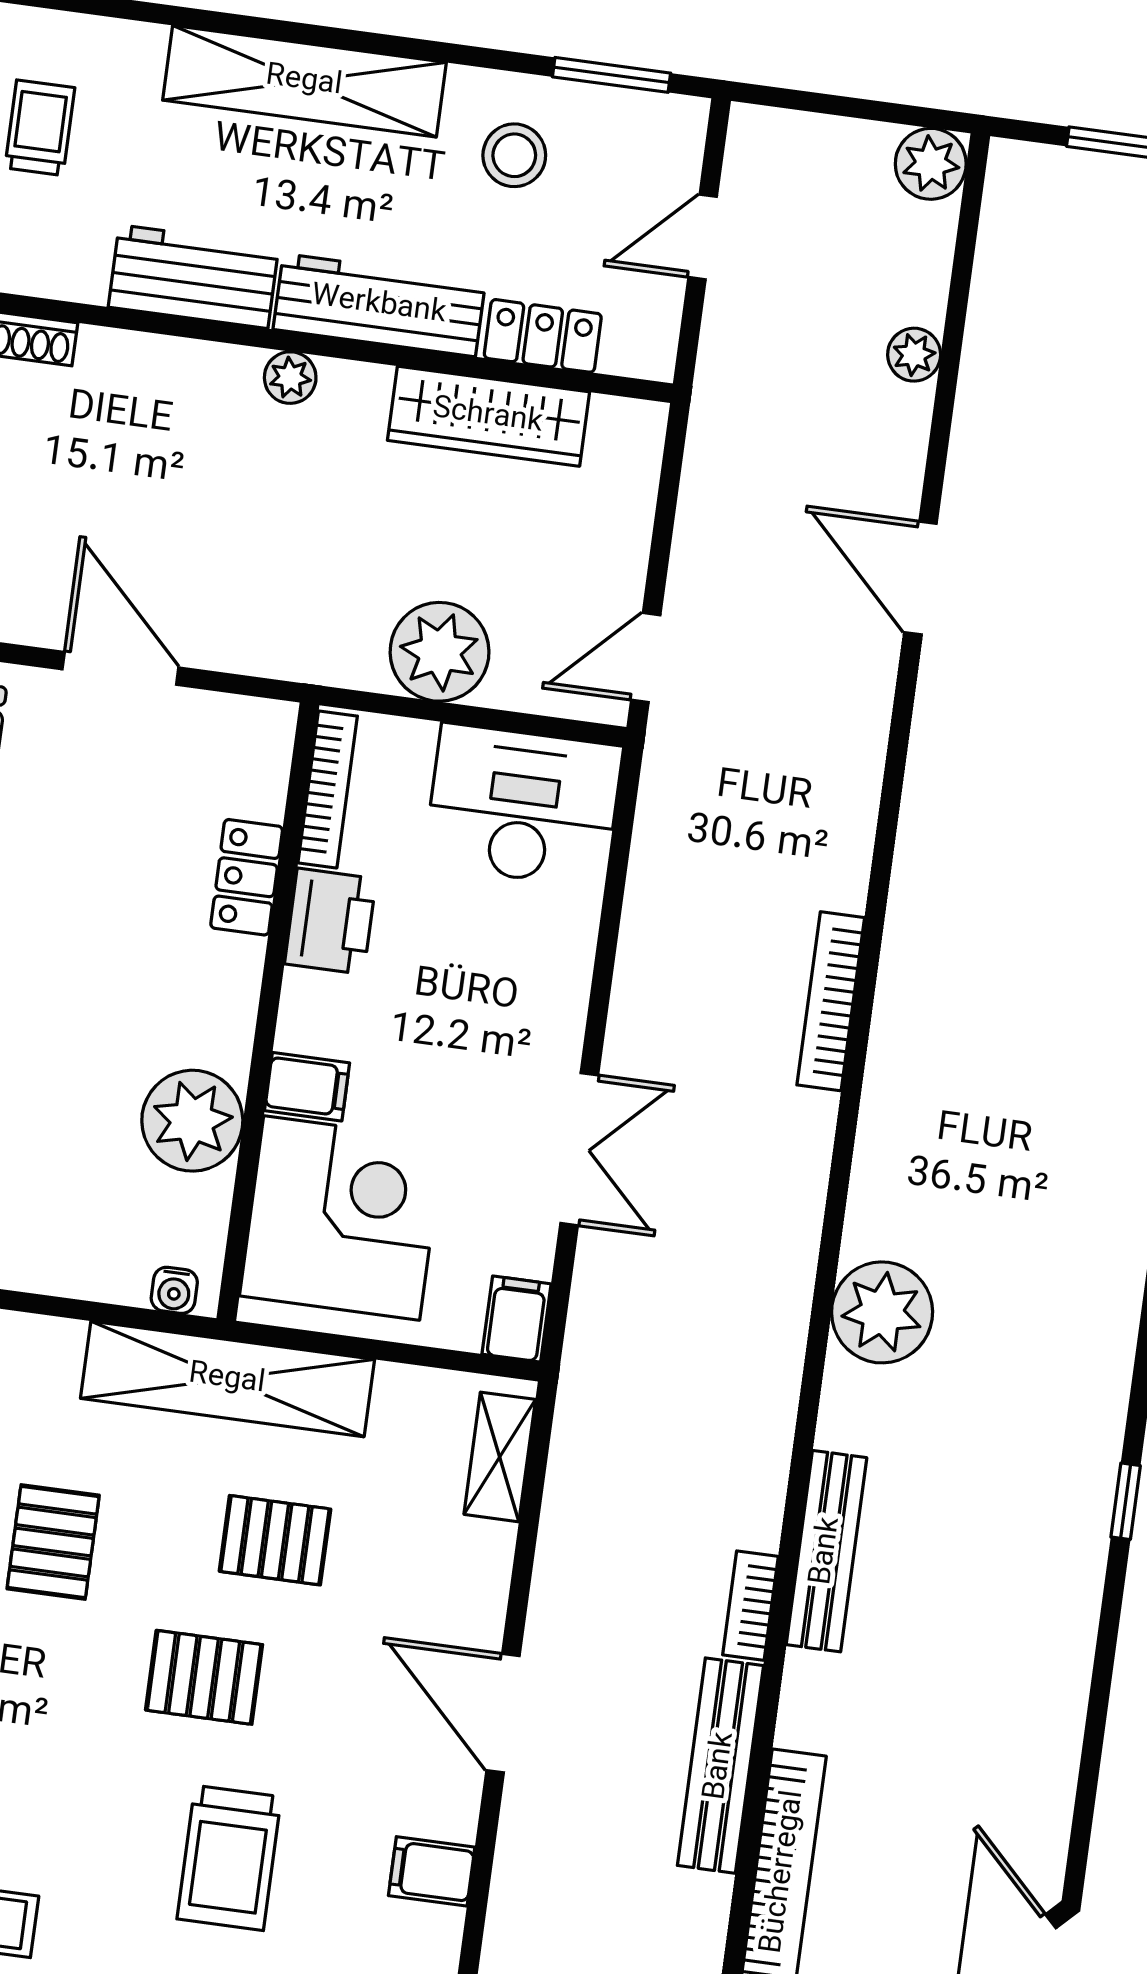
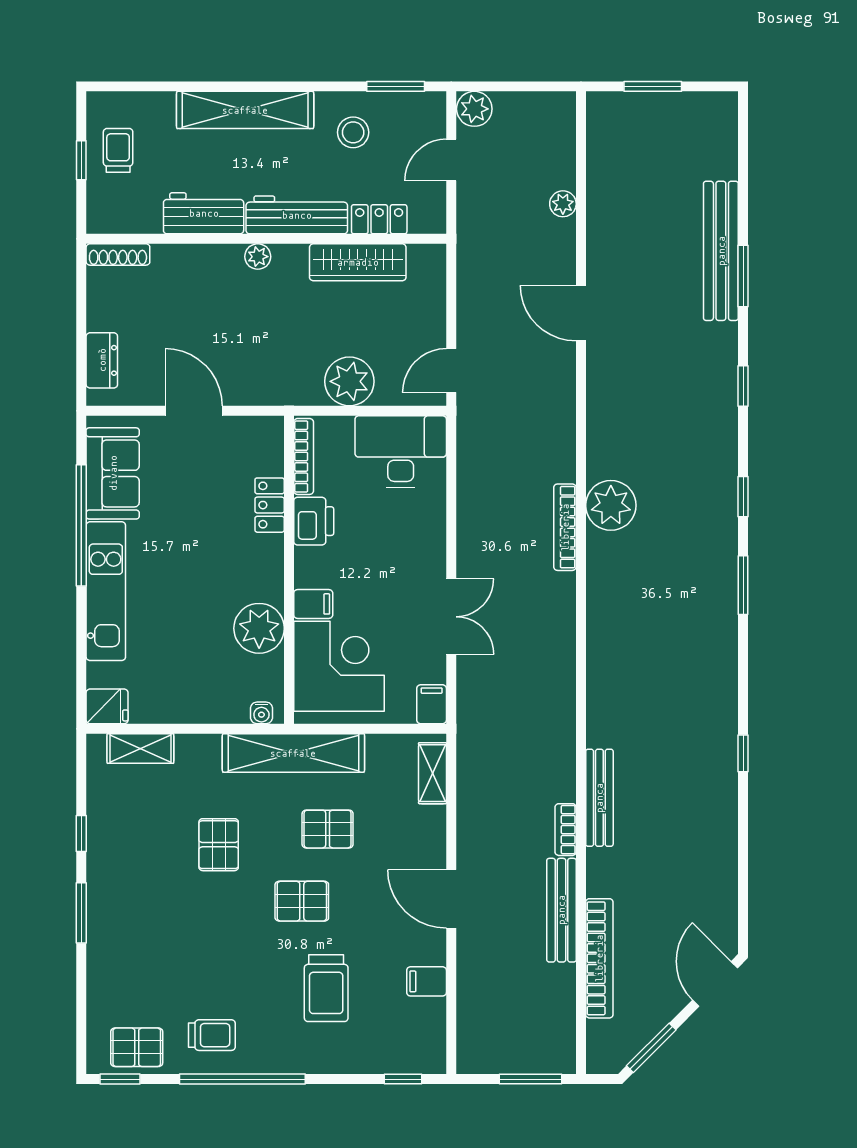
plant: (931, 164) -> (474, 109), moved
plant: (882, 1312) -> (611, 505), moved

